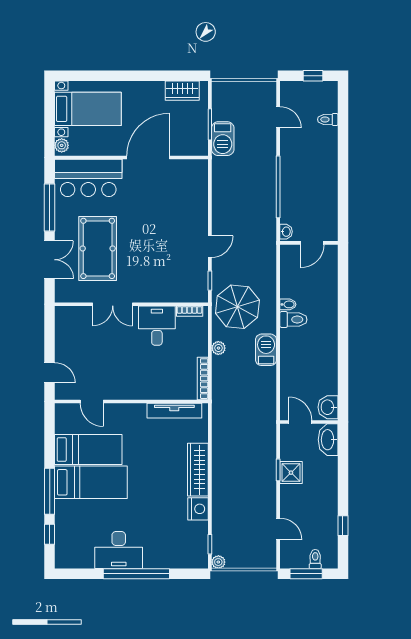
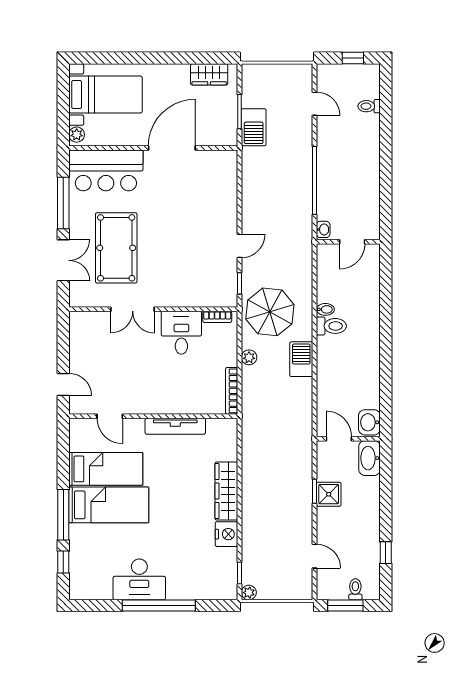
tv unit: (174, 411) -> (175, 426), moved

